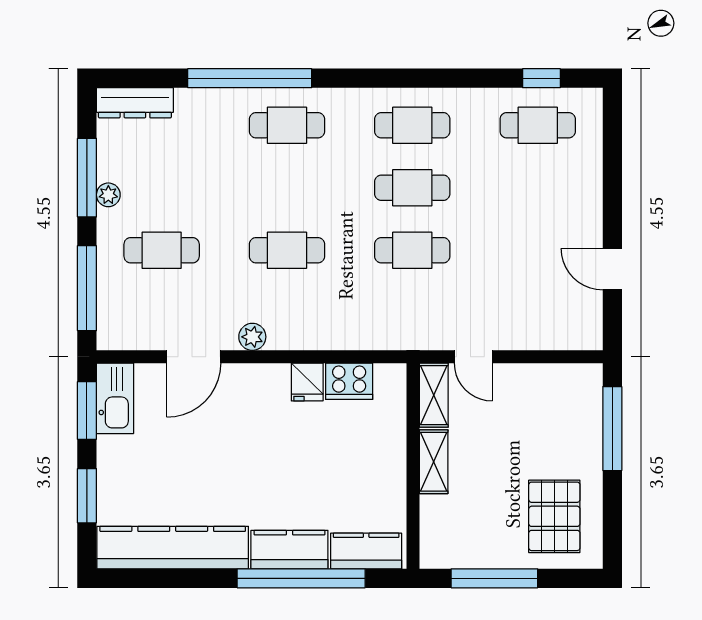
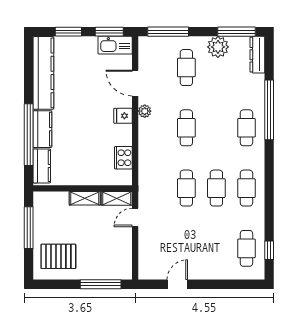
window: (87, 178) -> (236, 32), moved
plant: (108, 195) -> (218, 47), width x1.88, depth x1.88
fridge: (307, 382) -> (123, 116), moved

